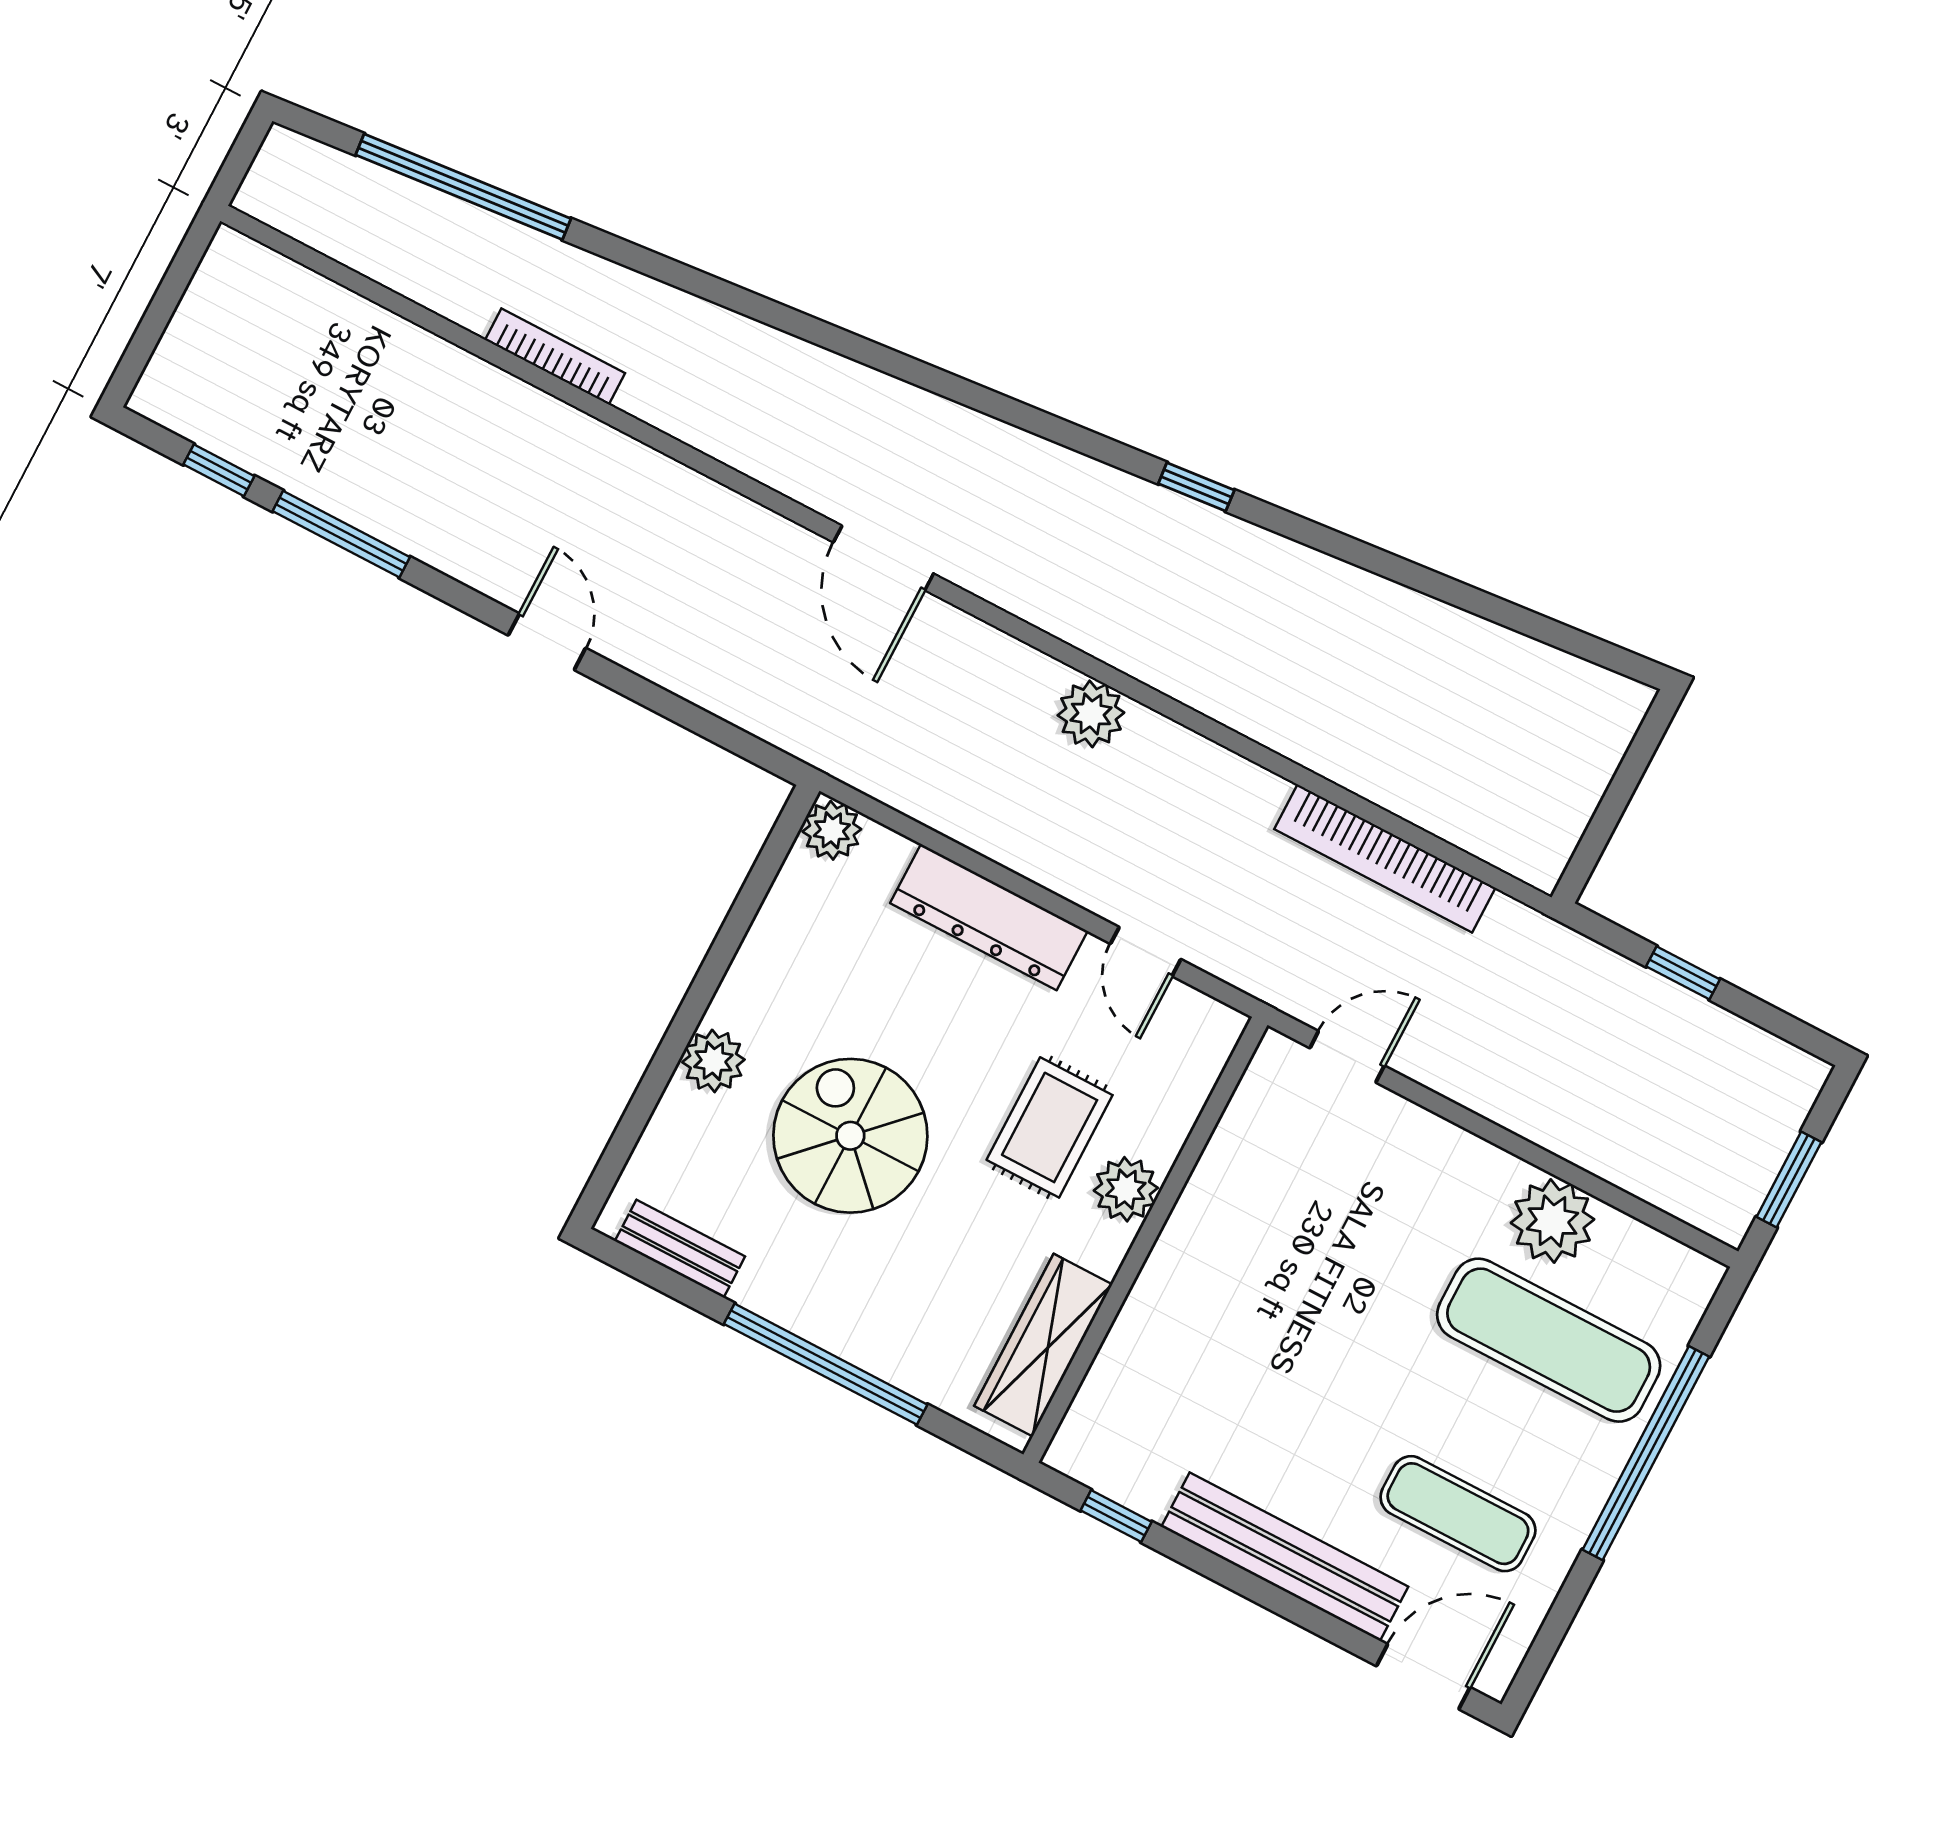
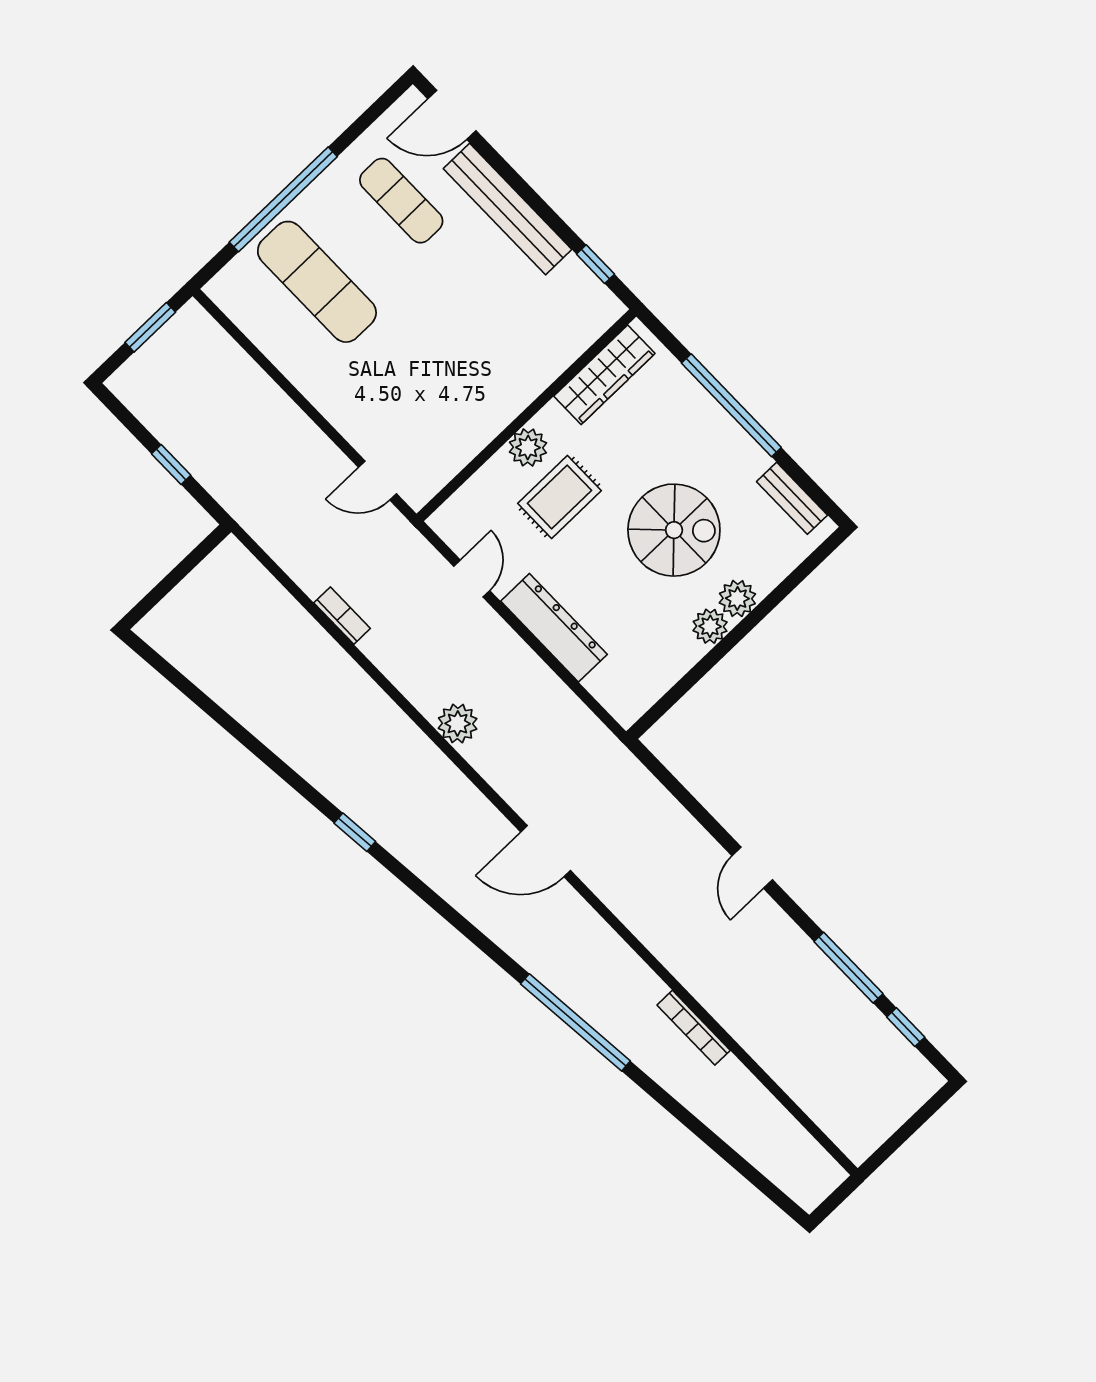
window: (463, 187) -> (575, 1022), moved
door: (883, 558) -> (546, 851), swing flipped
plant: (832, 830) -> (710, 626), moved
bookcase: (1385, 858) -> (342, 616), width x0.43, depth x0.76
spiral stairs: (850, 1136) -> (674, 530), turned -90
plant: (1552, 1221) -> (292, 349), removed

